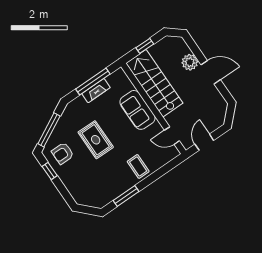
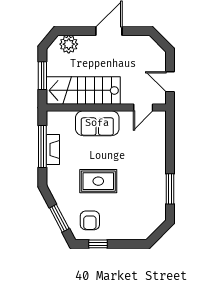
window: (145, 46) -> (42, 76), width x1.50
plant: (190, 62) -> (69, 44), moved
window: (49, 130) -> (59, 218), width x0.69
coffee table: (138, 166) -> (150, 159), removed

